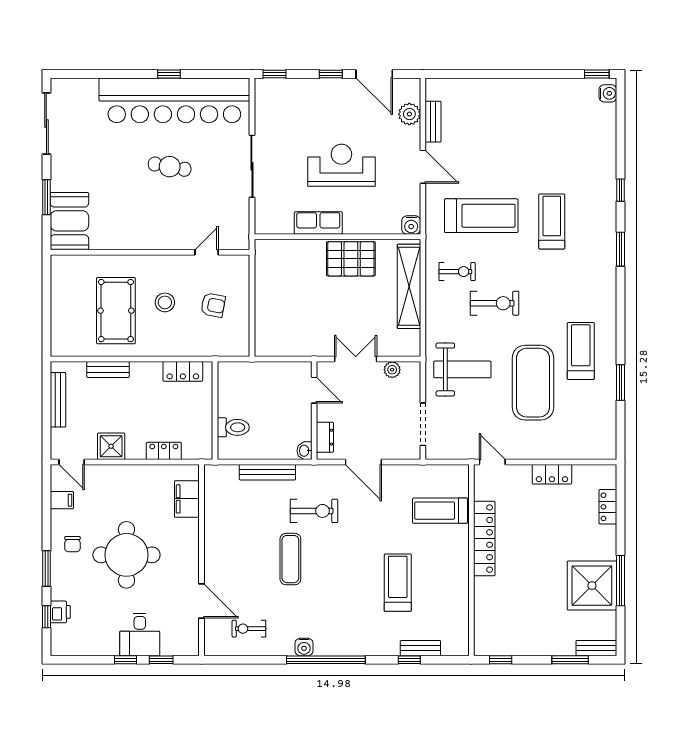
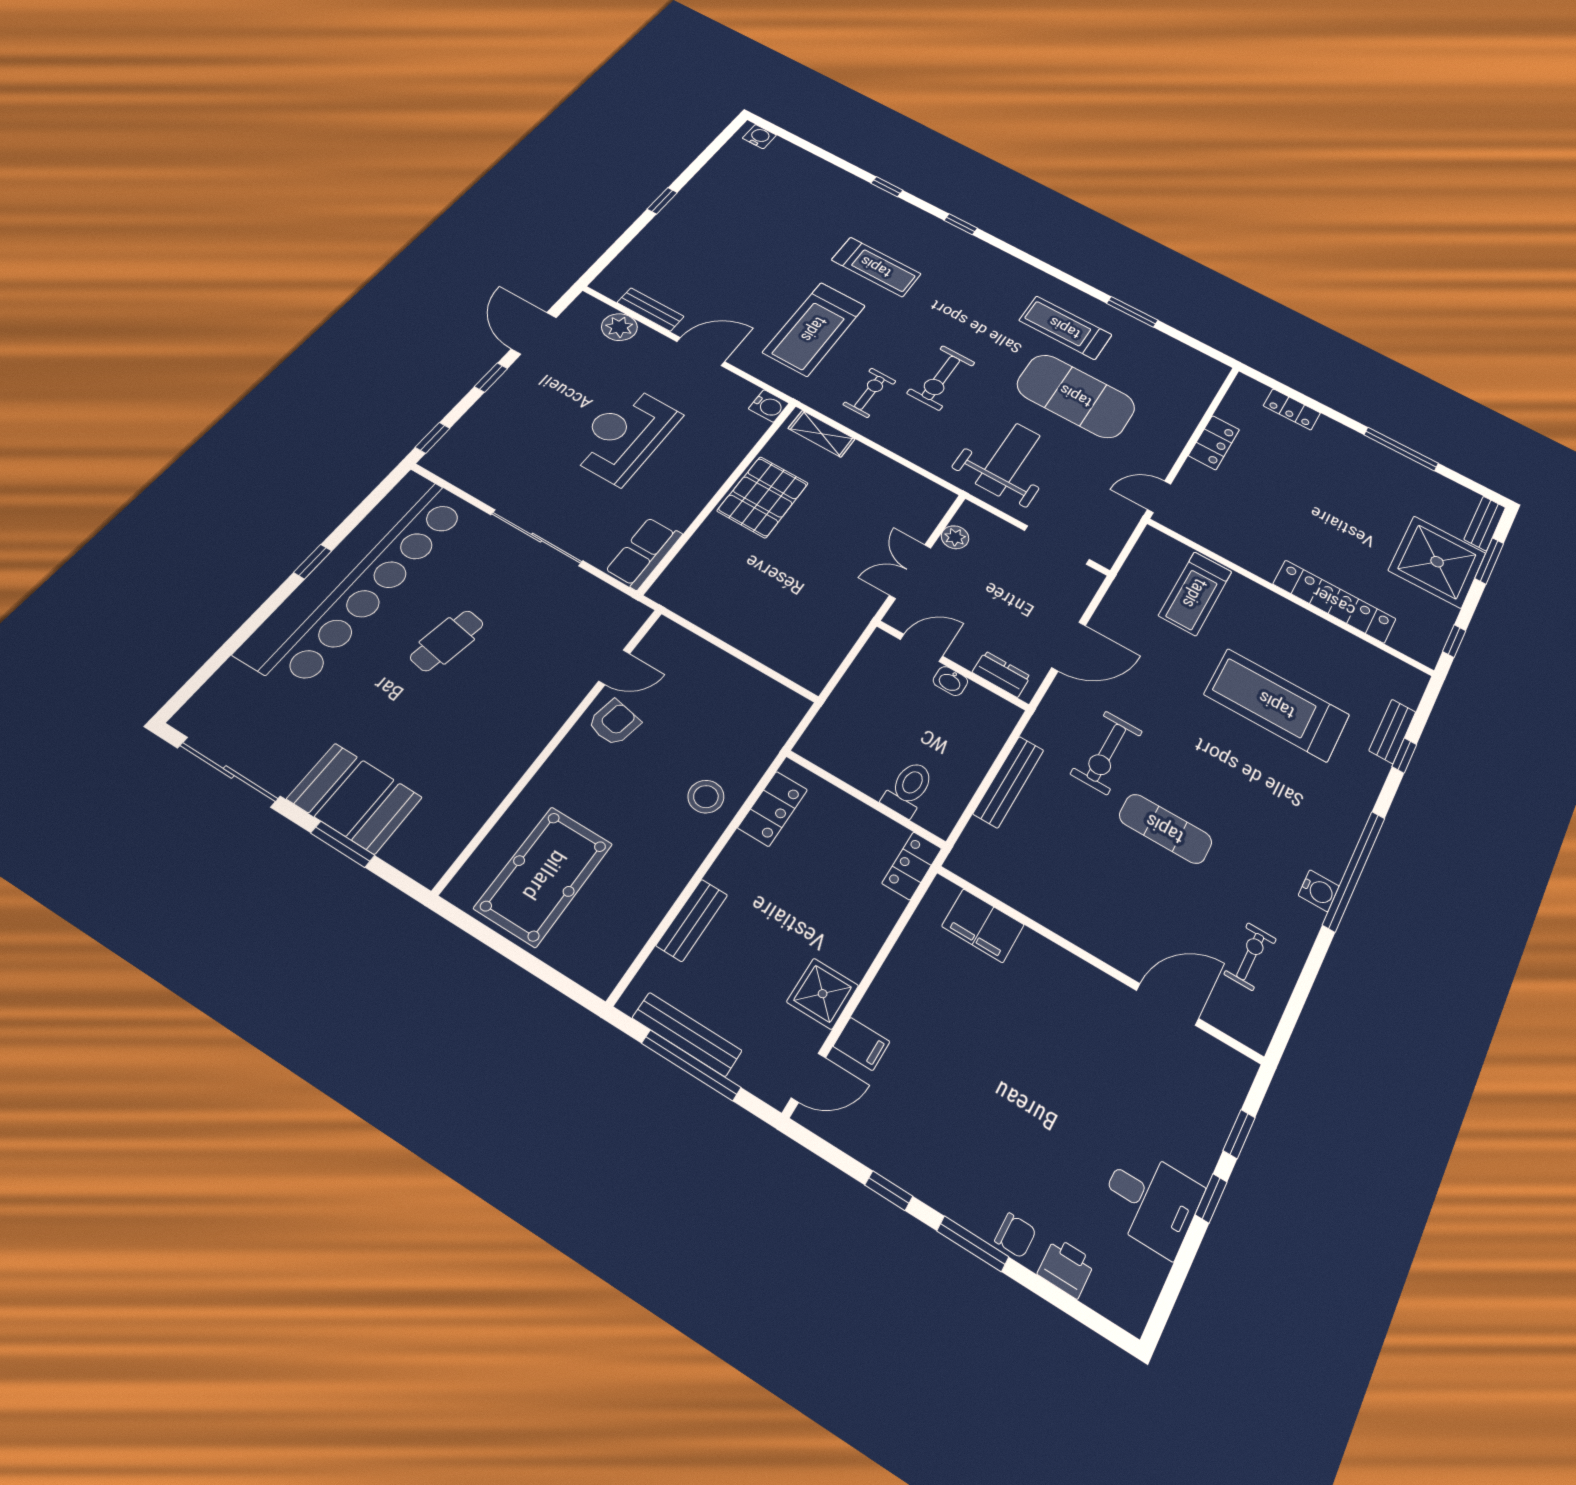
door: (374, 74) -> (534, 333), swing flipped
window: (597, 74) -> (662, 201), moved
treadmill: (481, 216) -> (814, 329), turned 180
booth: (69, 221) -> (354, 798), moved
treadmill: (552, 221) -> (876, 267), turned 180
row of seats: (318, 223) -> (644, 553), moved
window: (621, 249) -> (961, 224), width x0.67
door: (207, 252) -> (614, 667), swing flipped
shelving: (409, 286) -> (822, 434), width x0.45, depth x0.75
stool: (165, 302) -> (706, 797), moved
exercise bike: (495, 303) -> (941, 378), turned 180
armchair: (213, 305) -> (614, 723), moved
pool table: (116, 311) -> (544, 876), moved, turned 90
window: (46, 410) -> (691, 1065), added
locker: (164, 451) -> (912, 866), moved
washbasin: (304, 451) -> (950, 681), moved
filing cabinet: (62, 500) -> (861, 1044), moved, turned 90
exercise bike: (314, 511) -> (1106, 753), turned 180
locker: (484, 539) -> (1334, 601), moved
chair: (72, 544) -> (1015, 1235), moved
round table: (126, 555) -> (1024, 1082), removed
treadmill: (398, 583) -> (1277, 705), width x1.37, depth x1.37
shower: (592, 586) -> (1437, 562), moved
window: (46, 617) -> (889, 1191), moved
exercise bike: (249, 629) -> (1250, 956), turned 180
desk: (140, 634) -> (1151, 1201), moved

